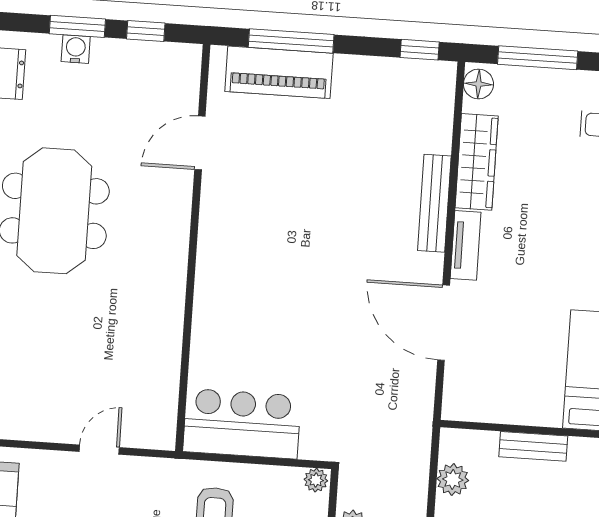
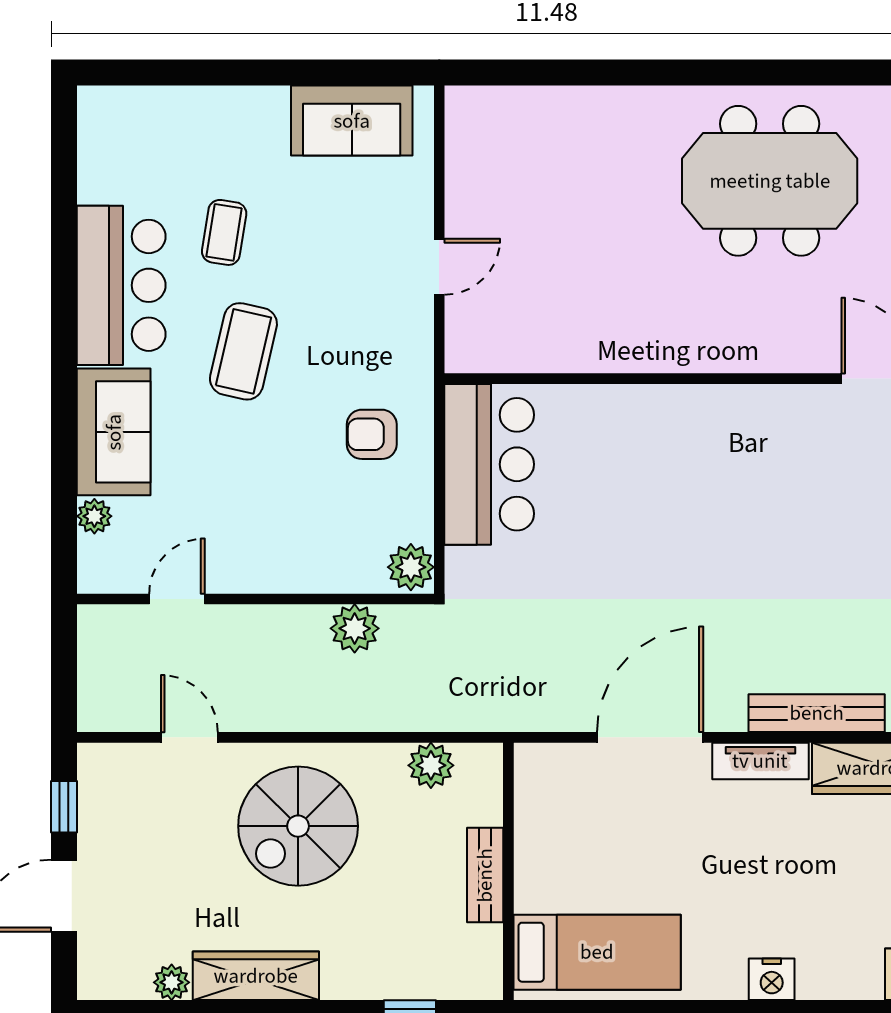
door: (99, 450) -> (439, 267), hinge flipped
plant: (316, 480) -> (411, 567), width x1.38, depth x1.38

